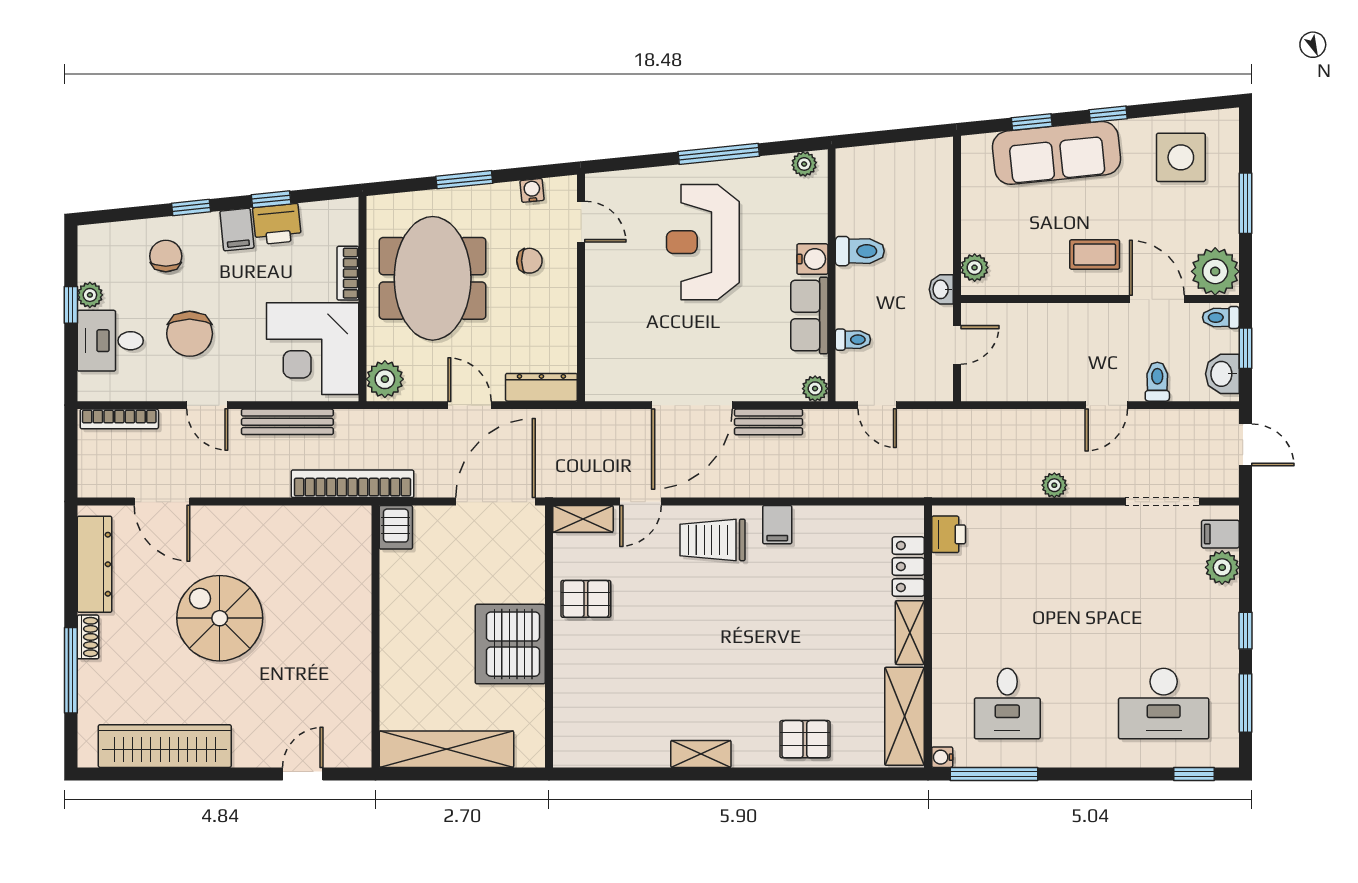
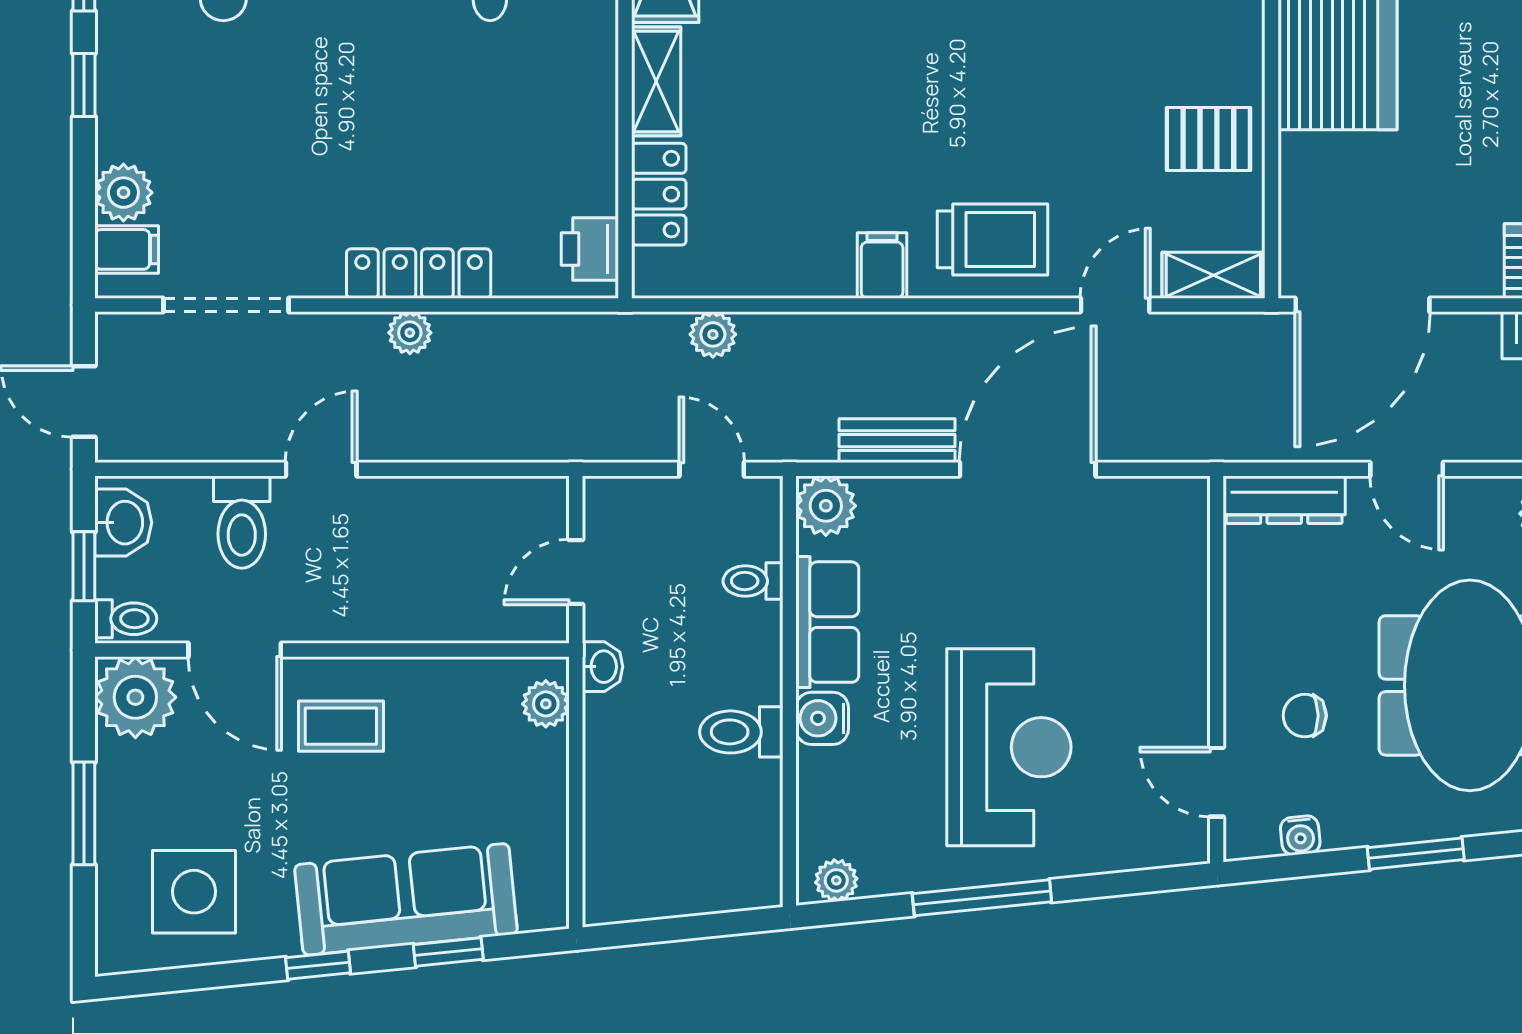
toilet: (1157, 382) -> (242, 522), width x1.37, depth x1.39
plant: (815, 389) -> (826, 506), width x1.38, depth x1.38
plant: (877, 484) -> (713, 334), added
locker: (1049, 520) -> (419, 274), added

